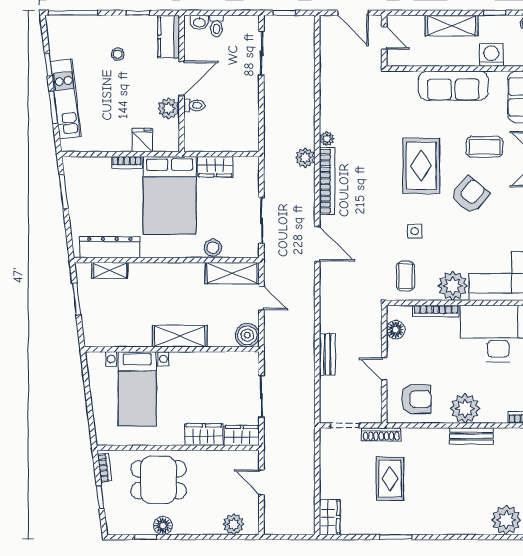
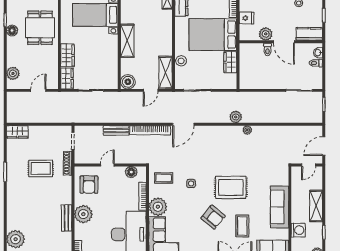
bookcase: (327, 181) -> (150, 130), moved

